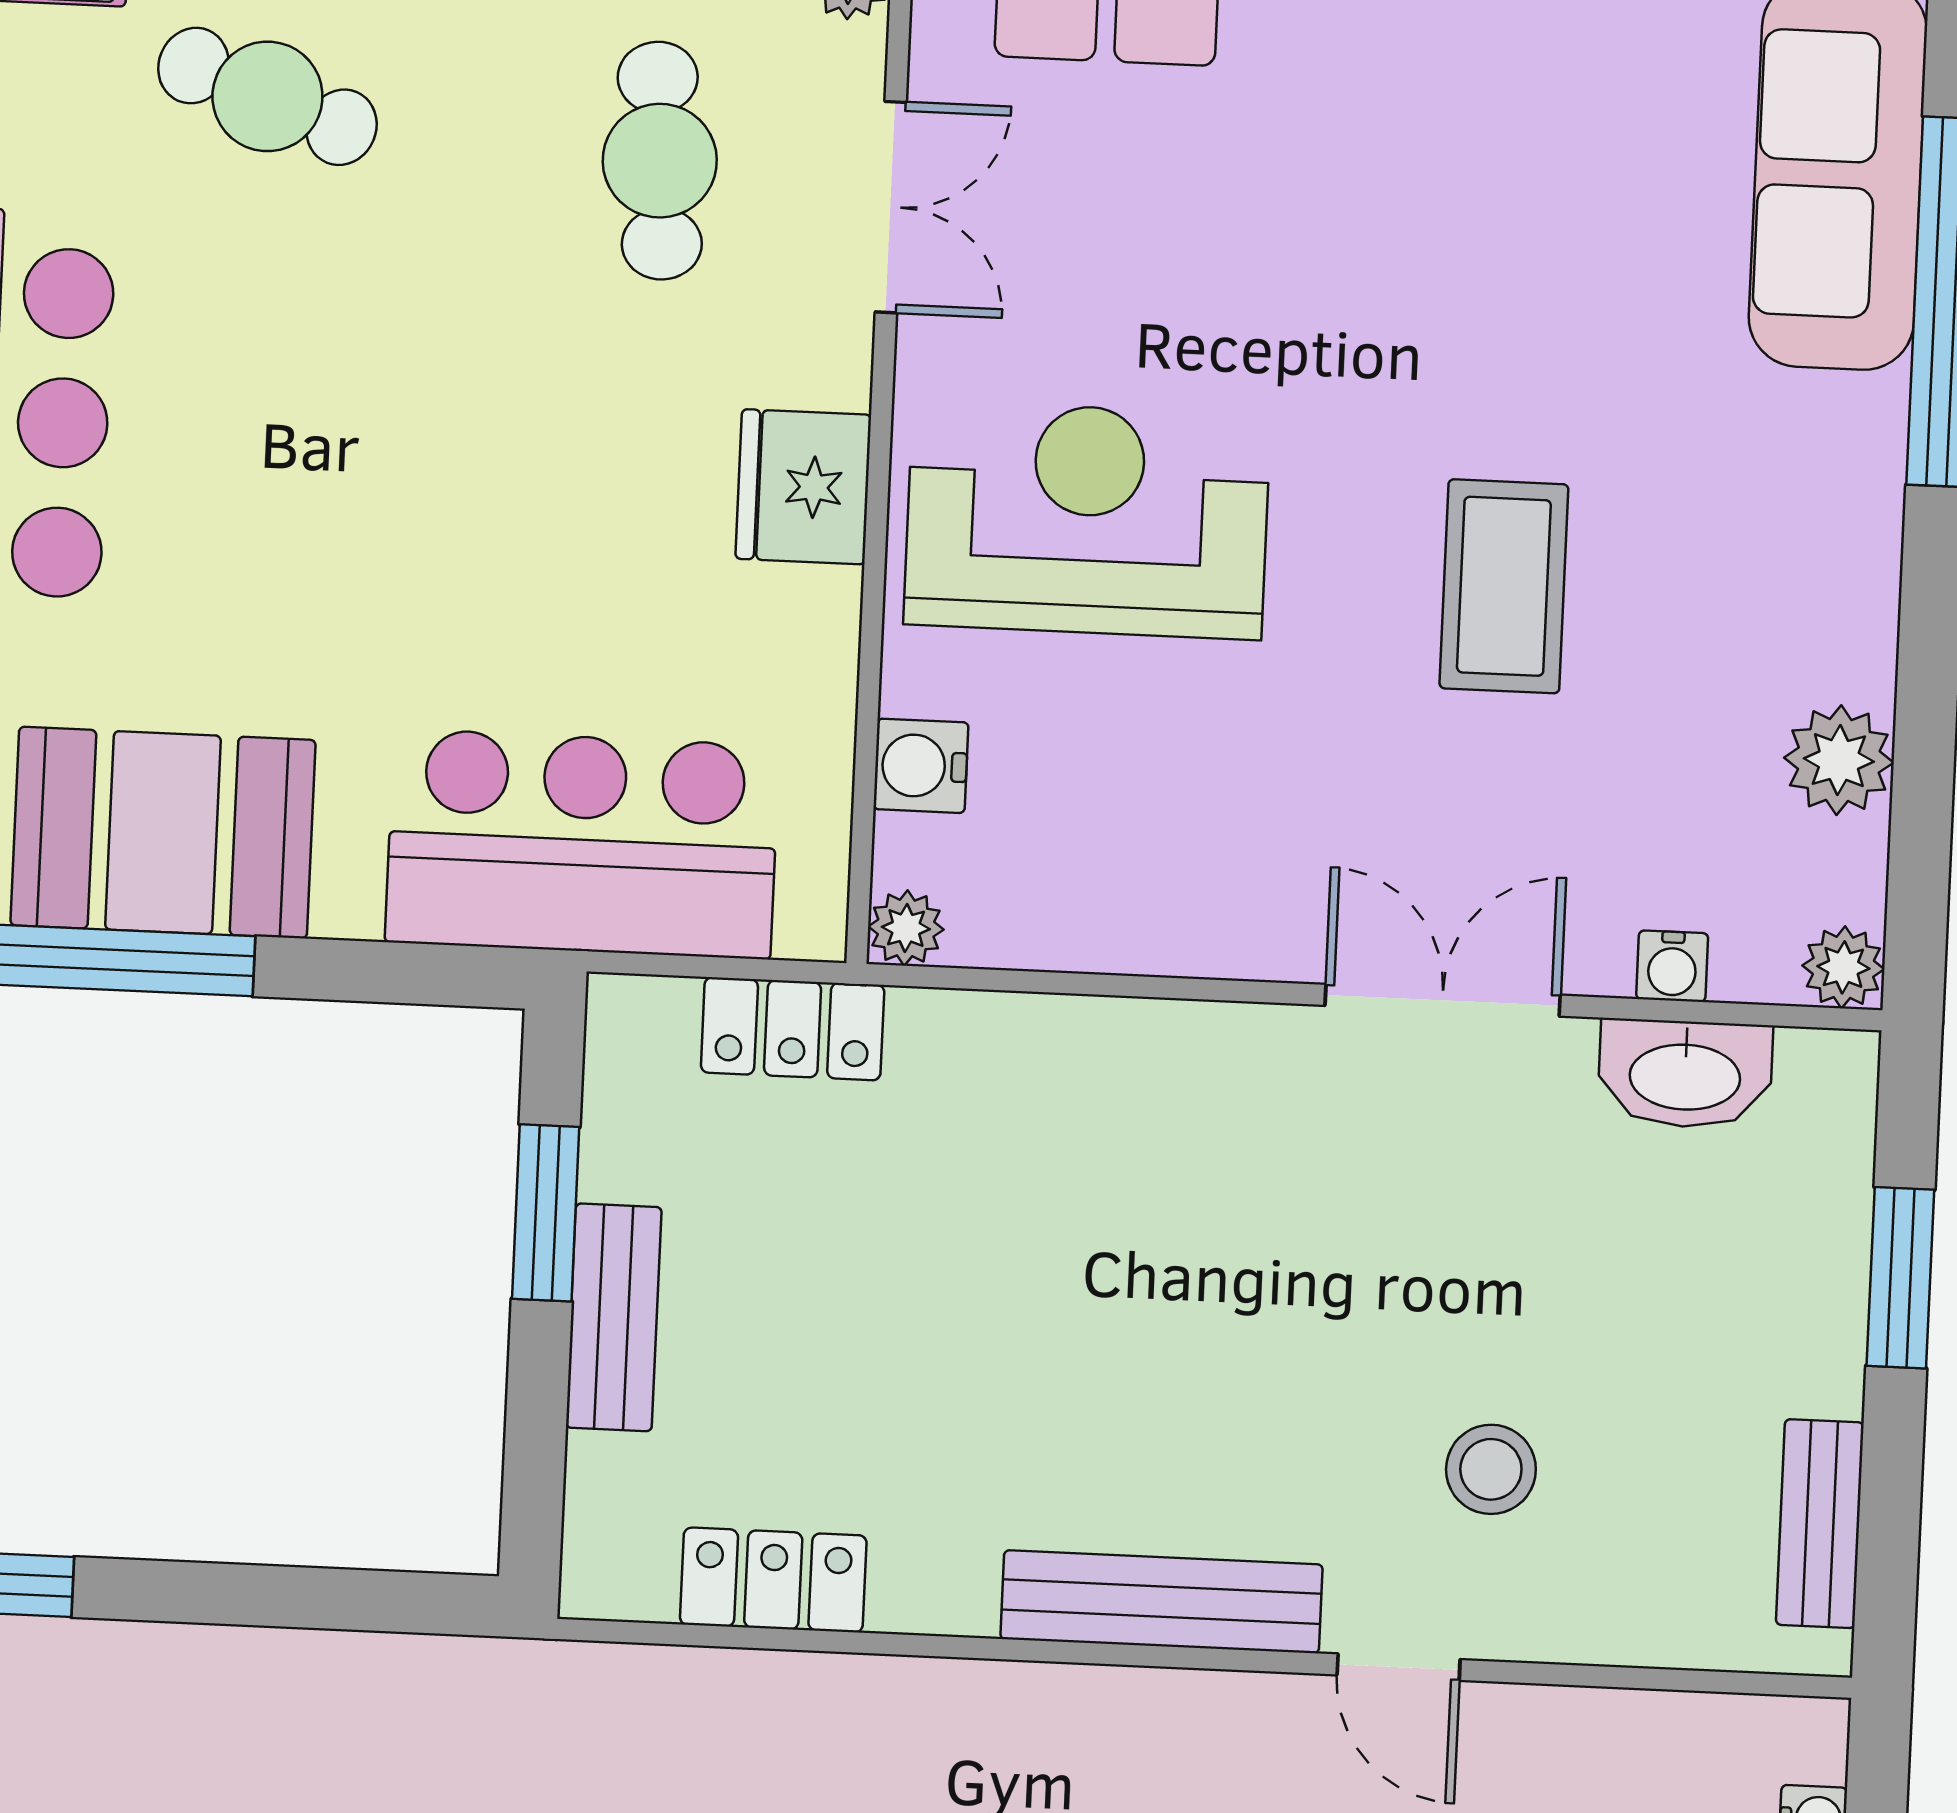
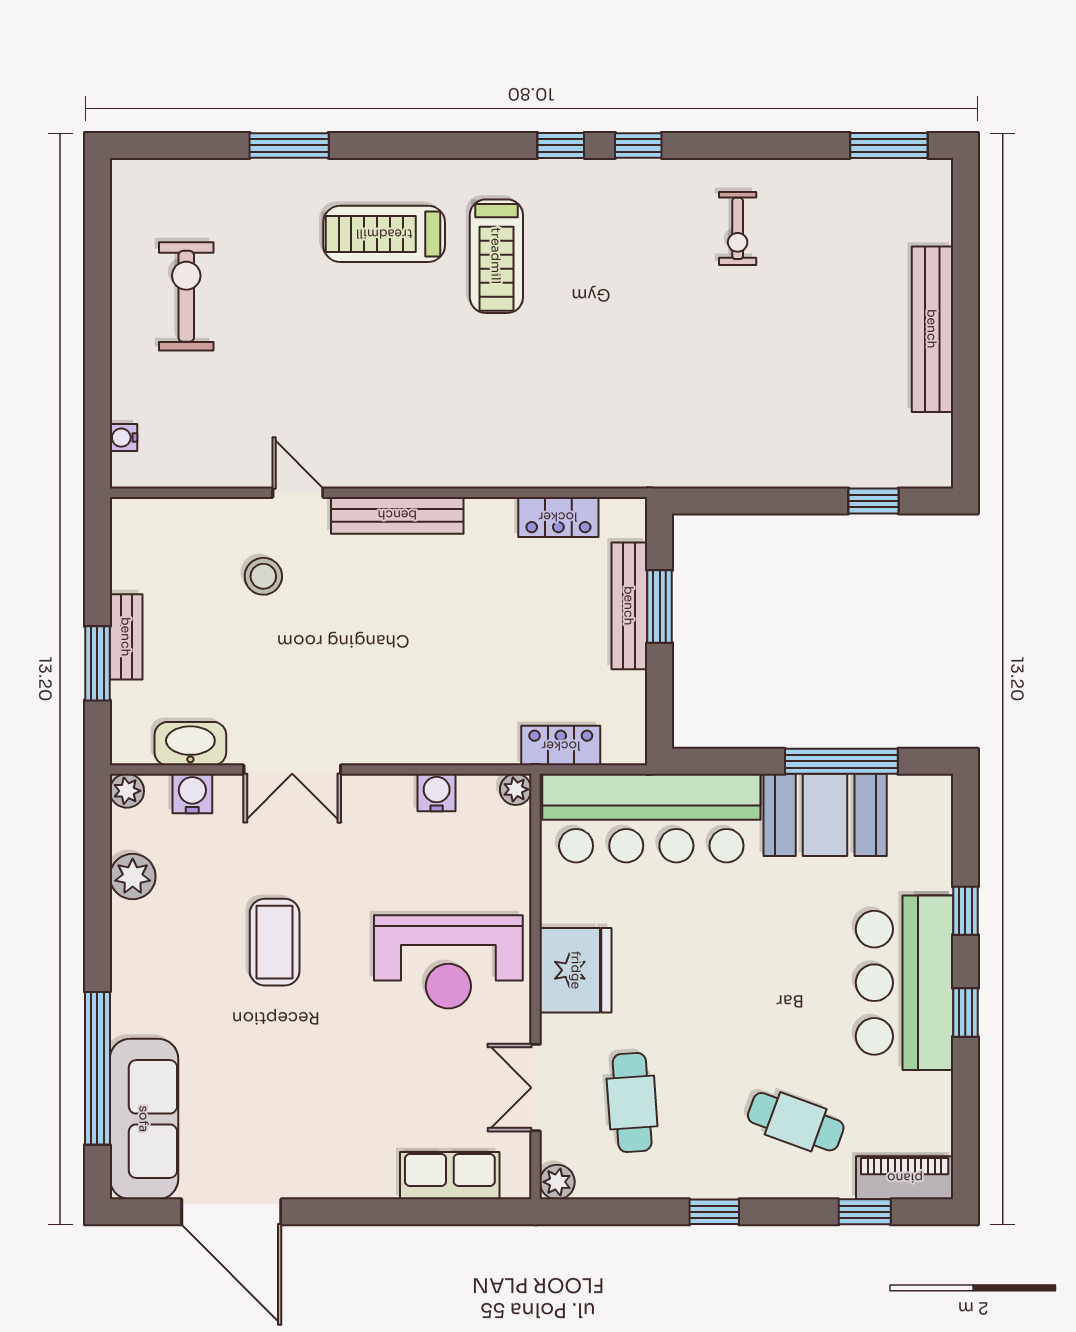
fridge: (803, 487) -> (576, 970), width x1.36, depth x1.34
water cooler: (921, 766) -> (437, 793), moved, turned -90
bar counter: (582, 844) -> (651, 818), width x1.36
water cooler: (1672, 966) -> (192, 794), width x1.38, depth x1.38
window: (546, 1213) -> (660, 607), moved
bench: (614, 1317) -> (629, 606), width x1.36
bench: (1820, 1524) -> (126, 637), moved

